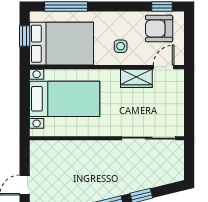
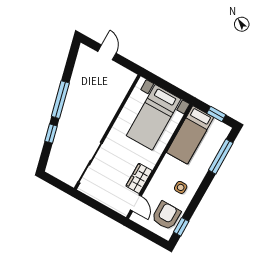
bed: (62, 44) -> (190, 135), width x0.67
side table: (121, 46) -> (181, 187), moved

